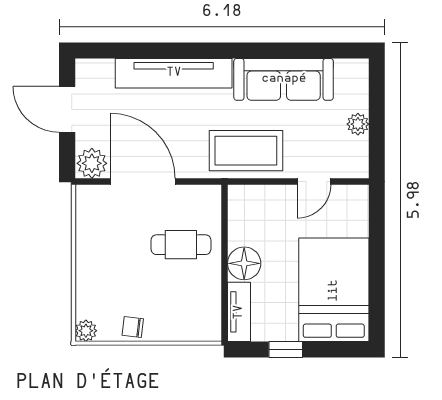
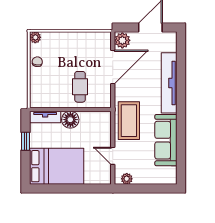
plant: (358, 124) -> (127, 179), moved

